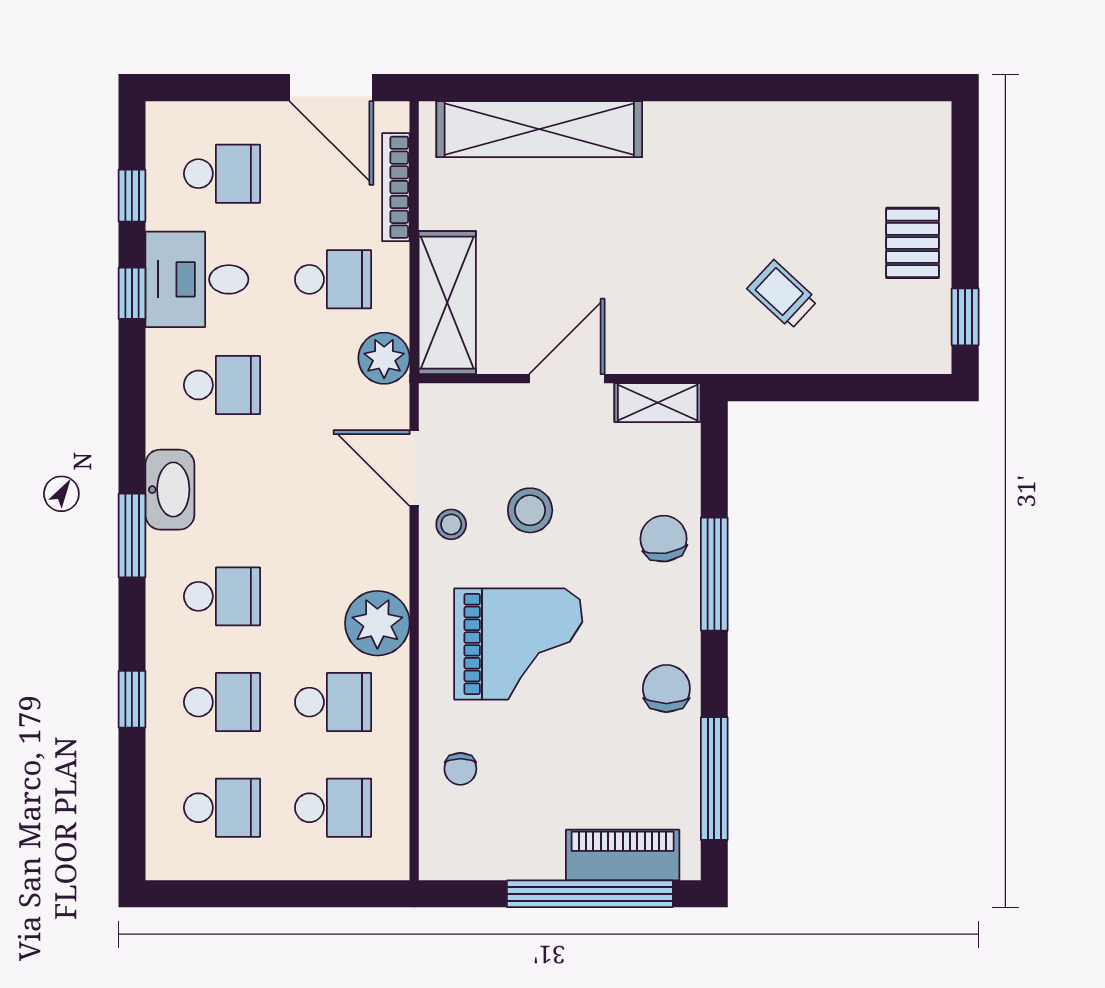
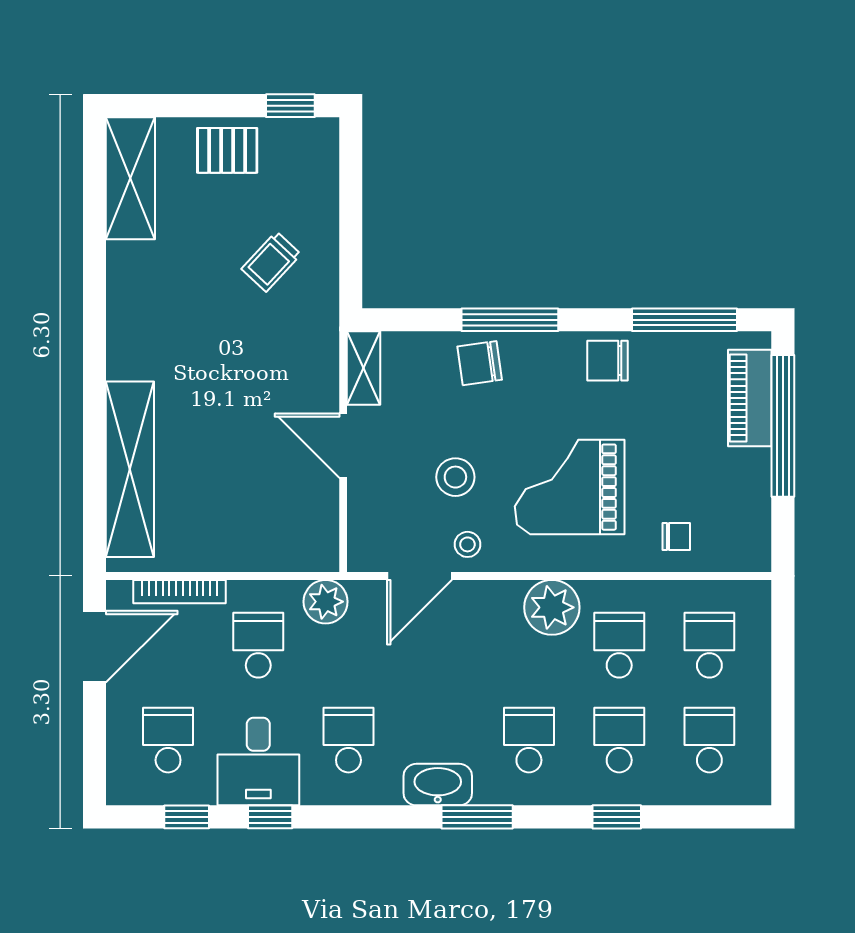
shelving: (447, 303) -> (130, 178), moved, turned 90
grand piano: (518, 644) -> (570, 487), turned -90

